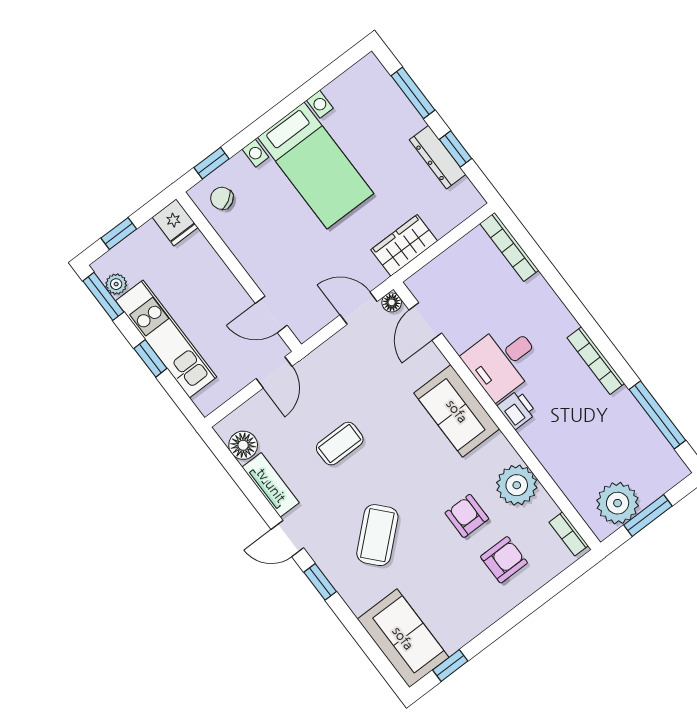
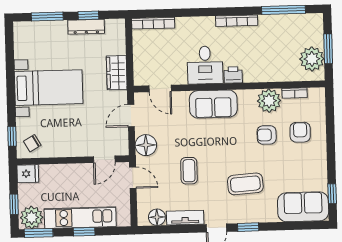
plant: (116, 284) -> (32, 217), width x1.87, depth x1.87
floor lamp: (392, 302) -> (146, 145), moved, width x1.89, depth x1.89
bookcase: (569, 534) -> (295, 93), moved
coffee table: (377, 535) -> (245, 184), turned -52

